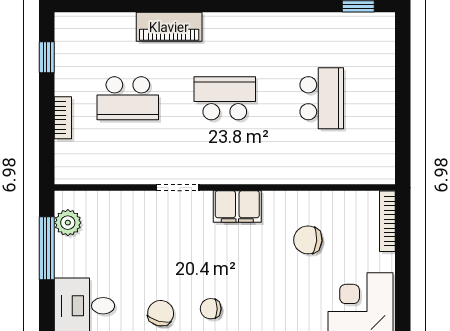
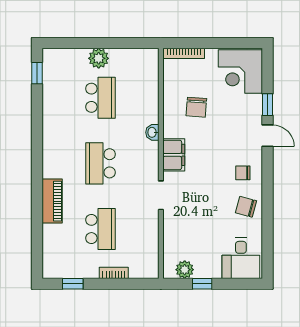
plant: (380, 95) -> (99, 58), added
school desk: (322, 98) -> (101, 98), turned 90
washbasin: (271, 175) -> (152, 132), added
window: (47, 248) -> (202, 284), width x0.46
chair: (211, 309) -> (243, 173), turned 90

